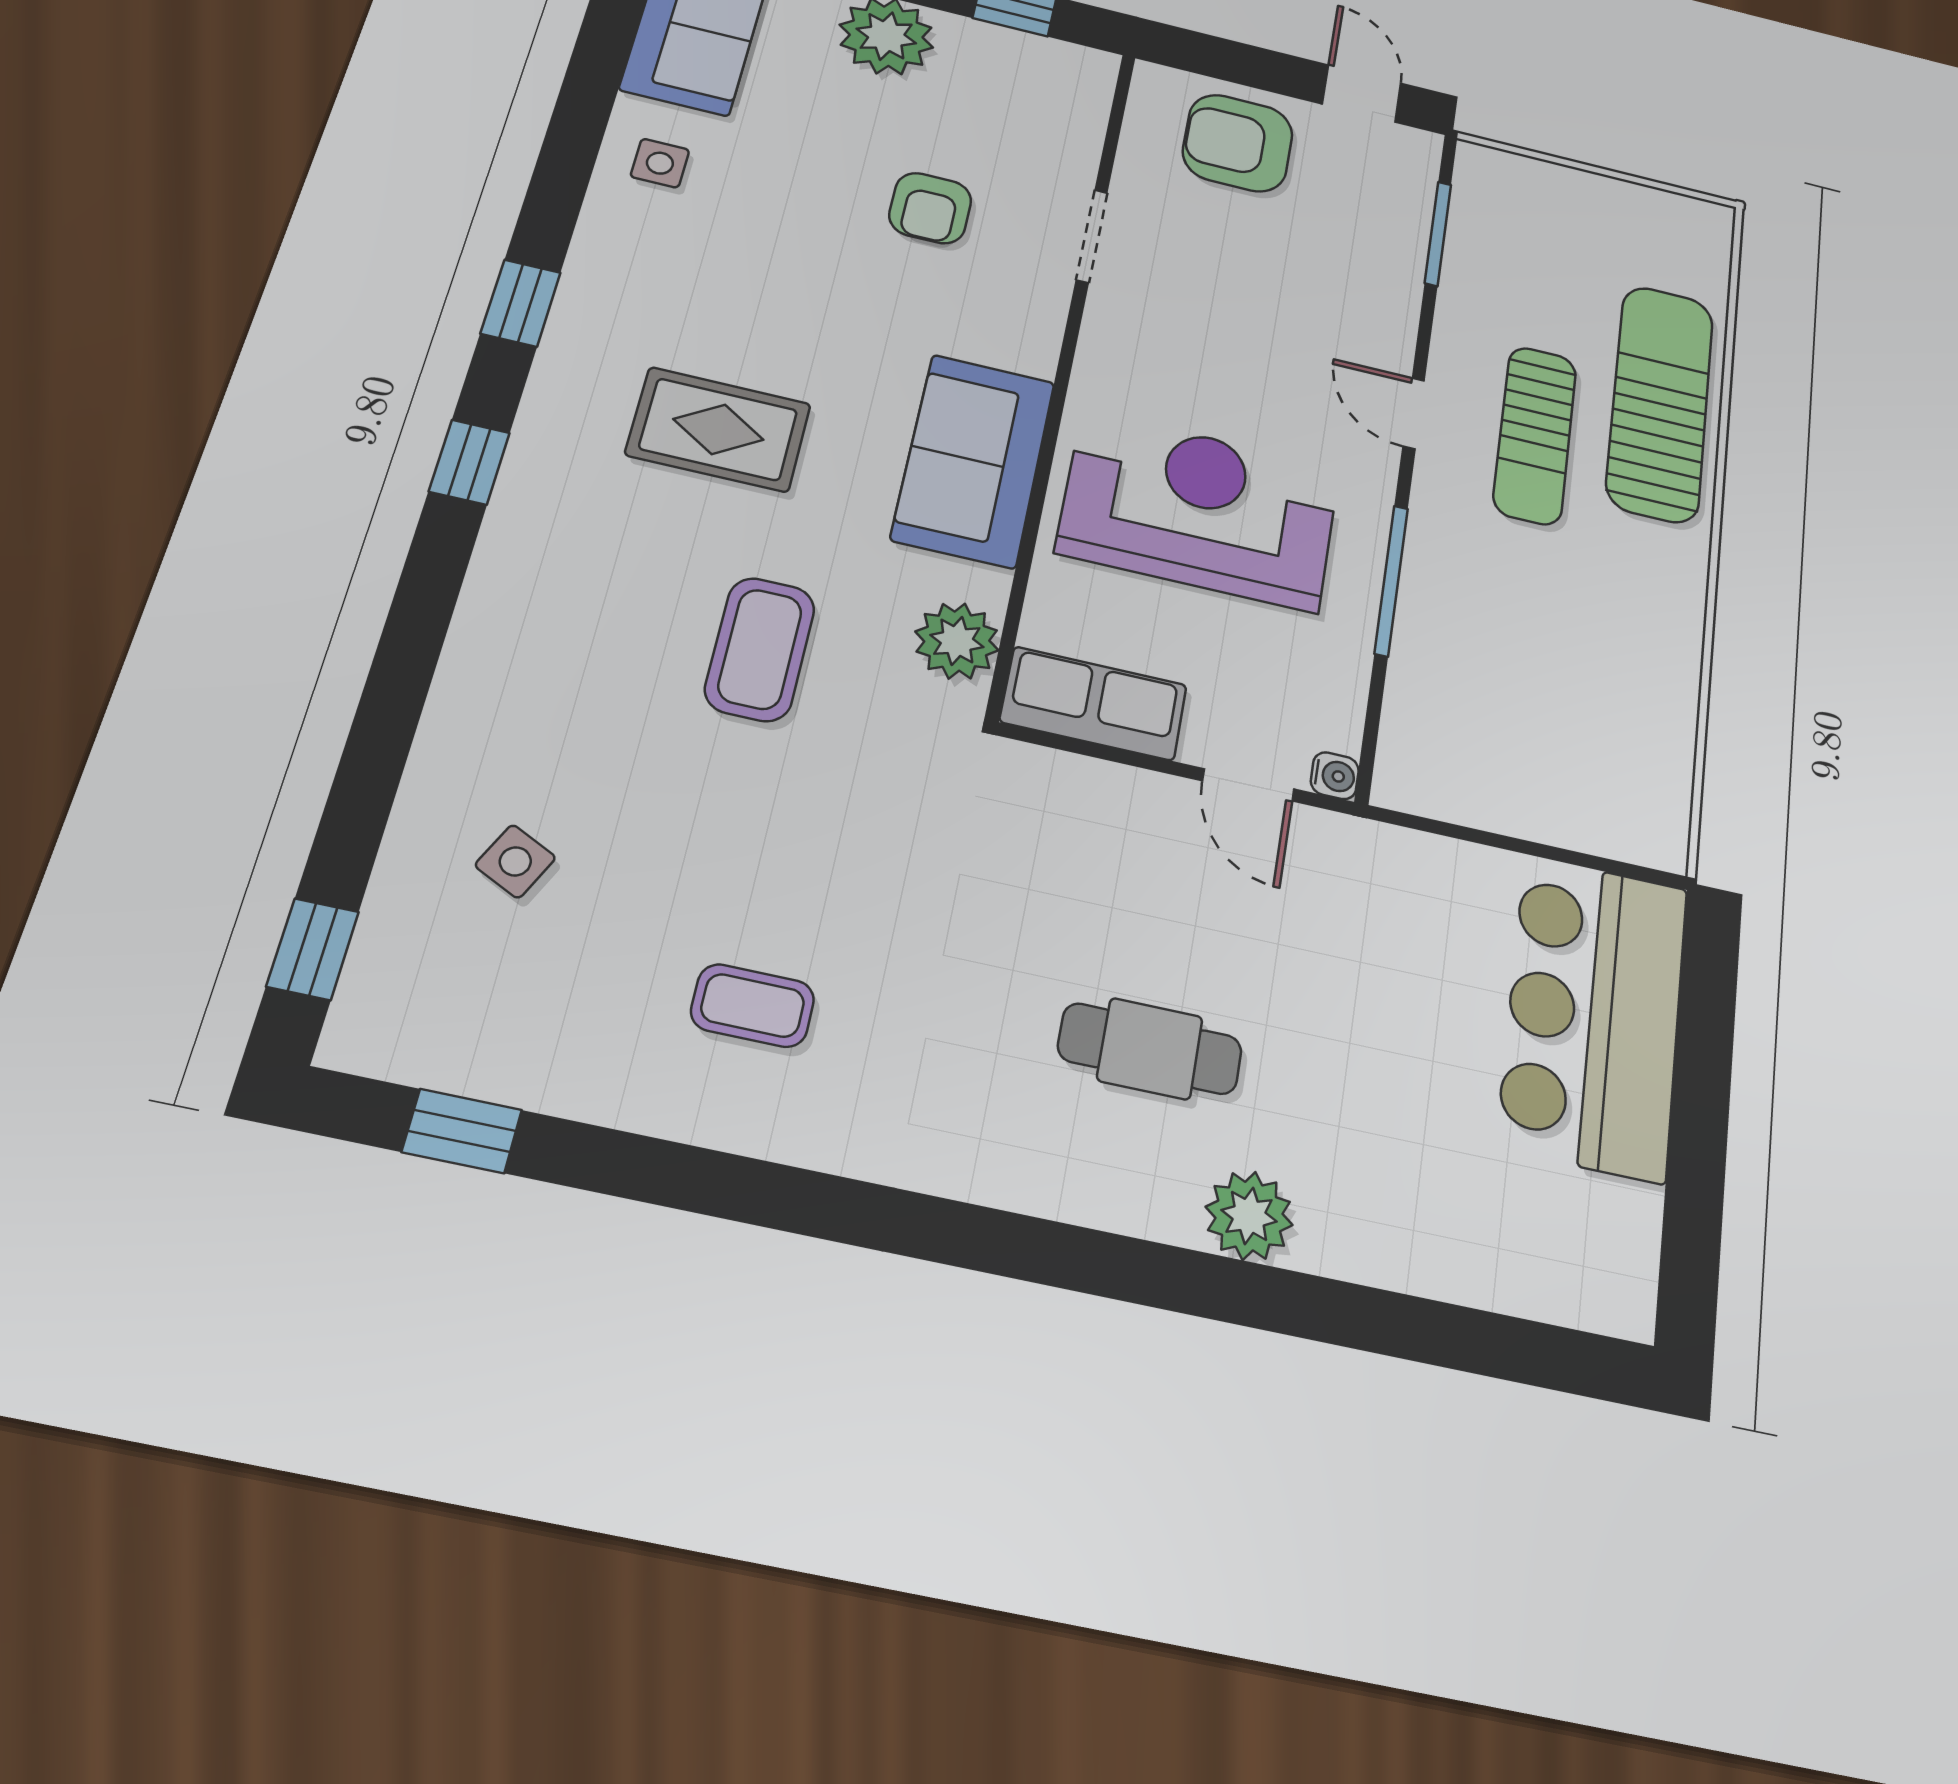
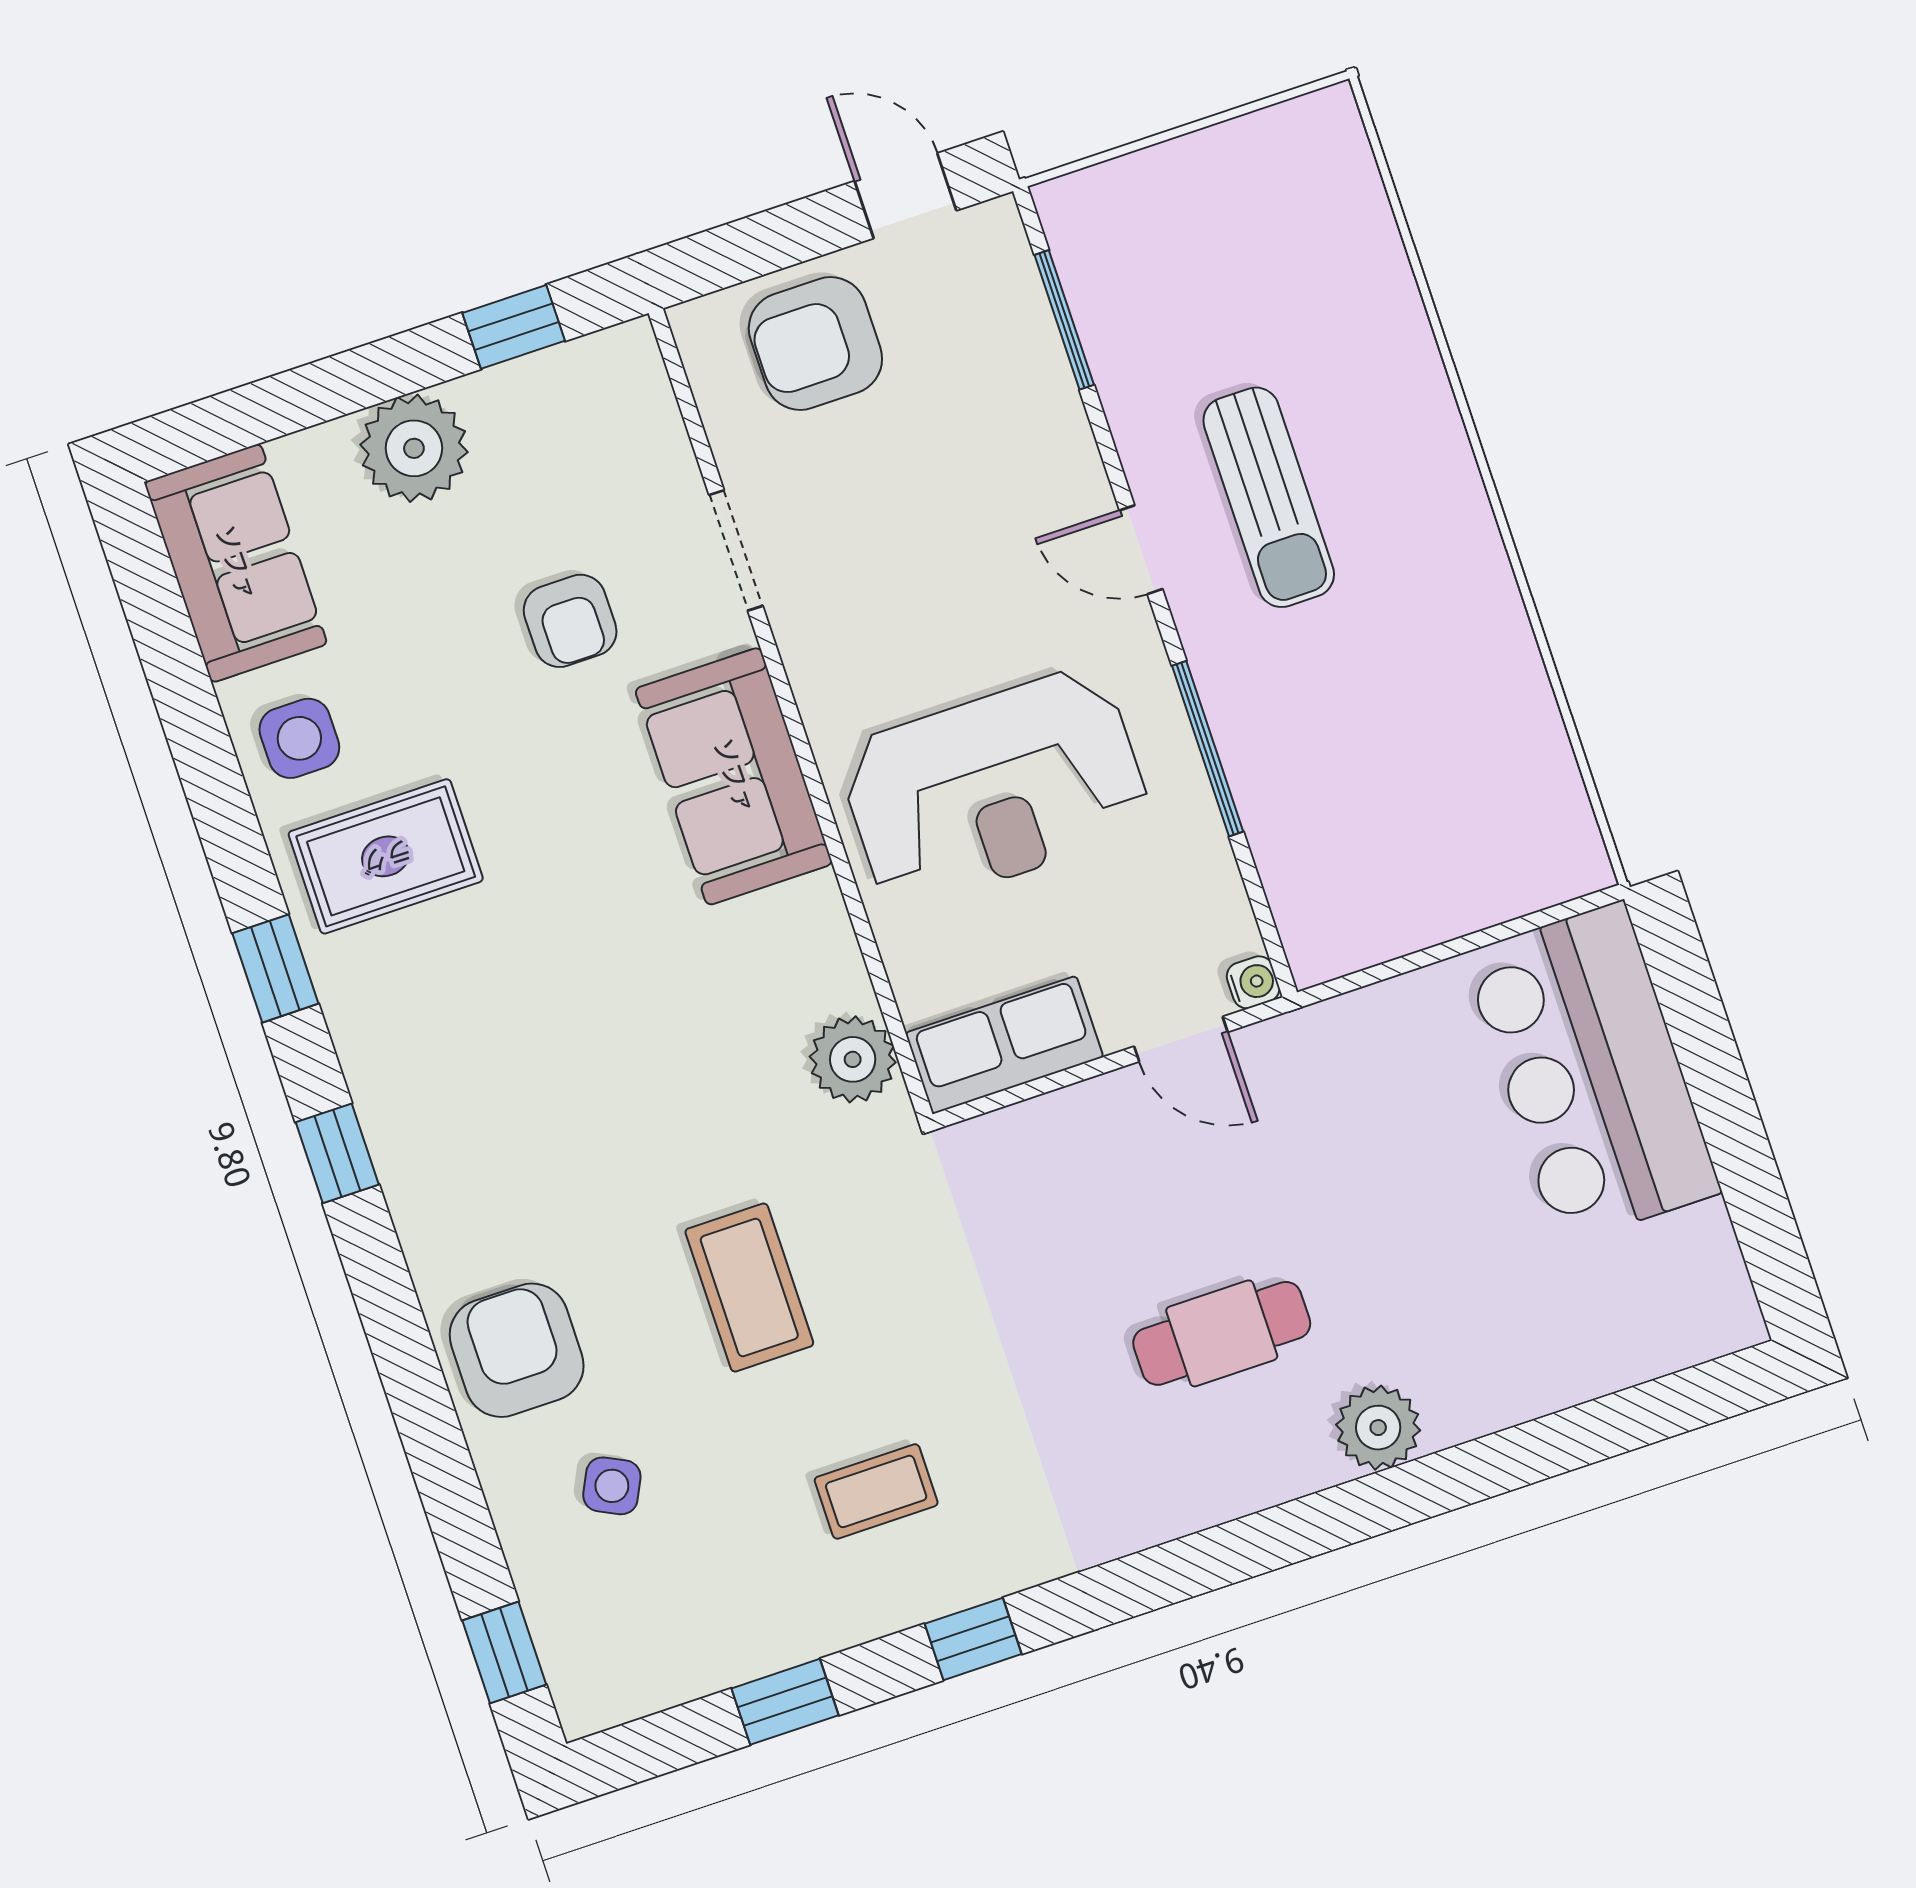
side table: (660, 163) -> (299, 738), width x1.37, depth x1.37
sun lounger: (1660, 403) -> (1375, 378), removed
rug: (718, 429) -> (386, 856), moved
sofa: (974, 460) -> (734, 776), moved
reception desk: (1199, 510) -> (995, 788), turned 180
coffee table: (760, 649) -> (749, 1288), moved
armchair: (511, 701) -> (517, 1350), added
window: (462, 1131) -> (785, 1702), moved
window: (759, 1193) -> (973, 1639), added

